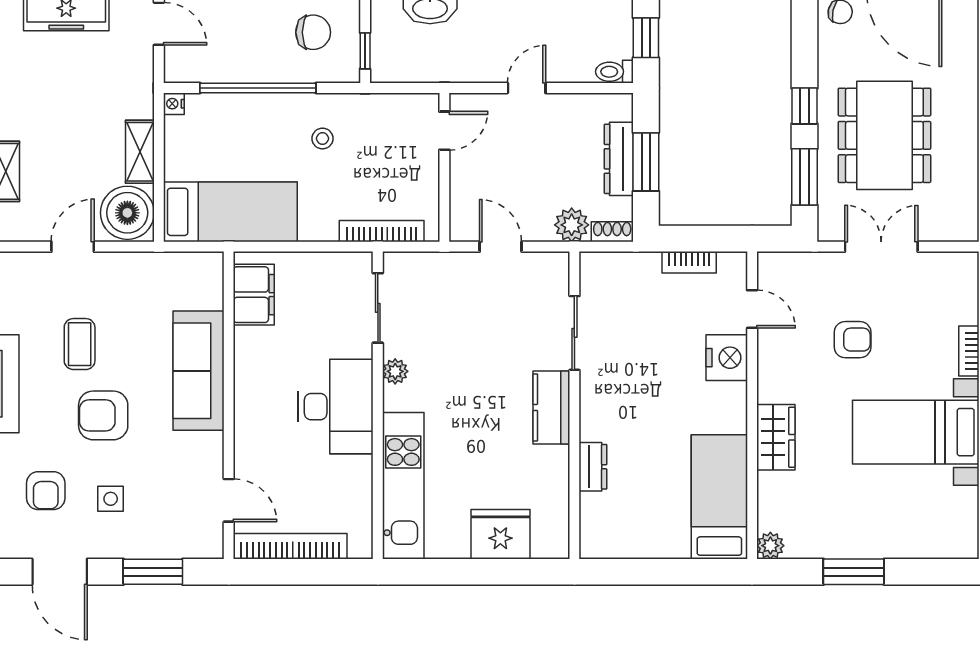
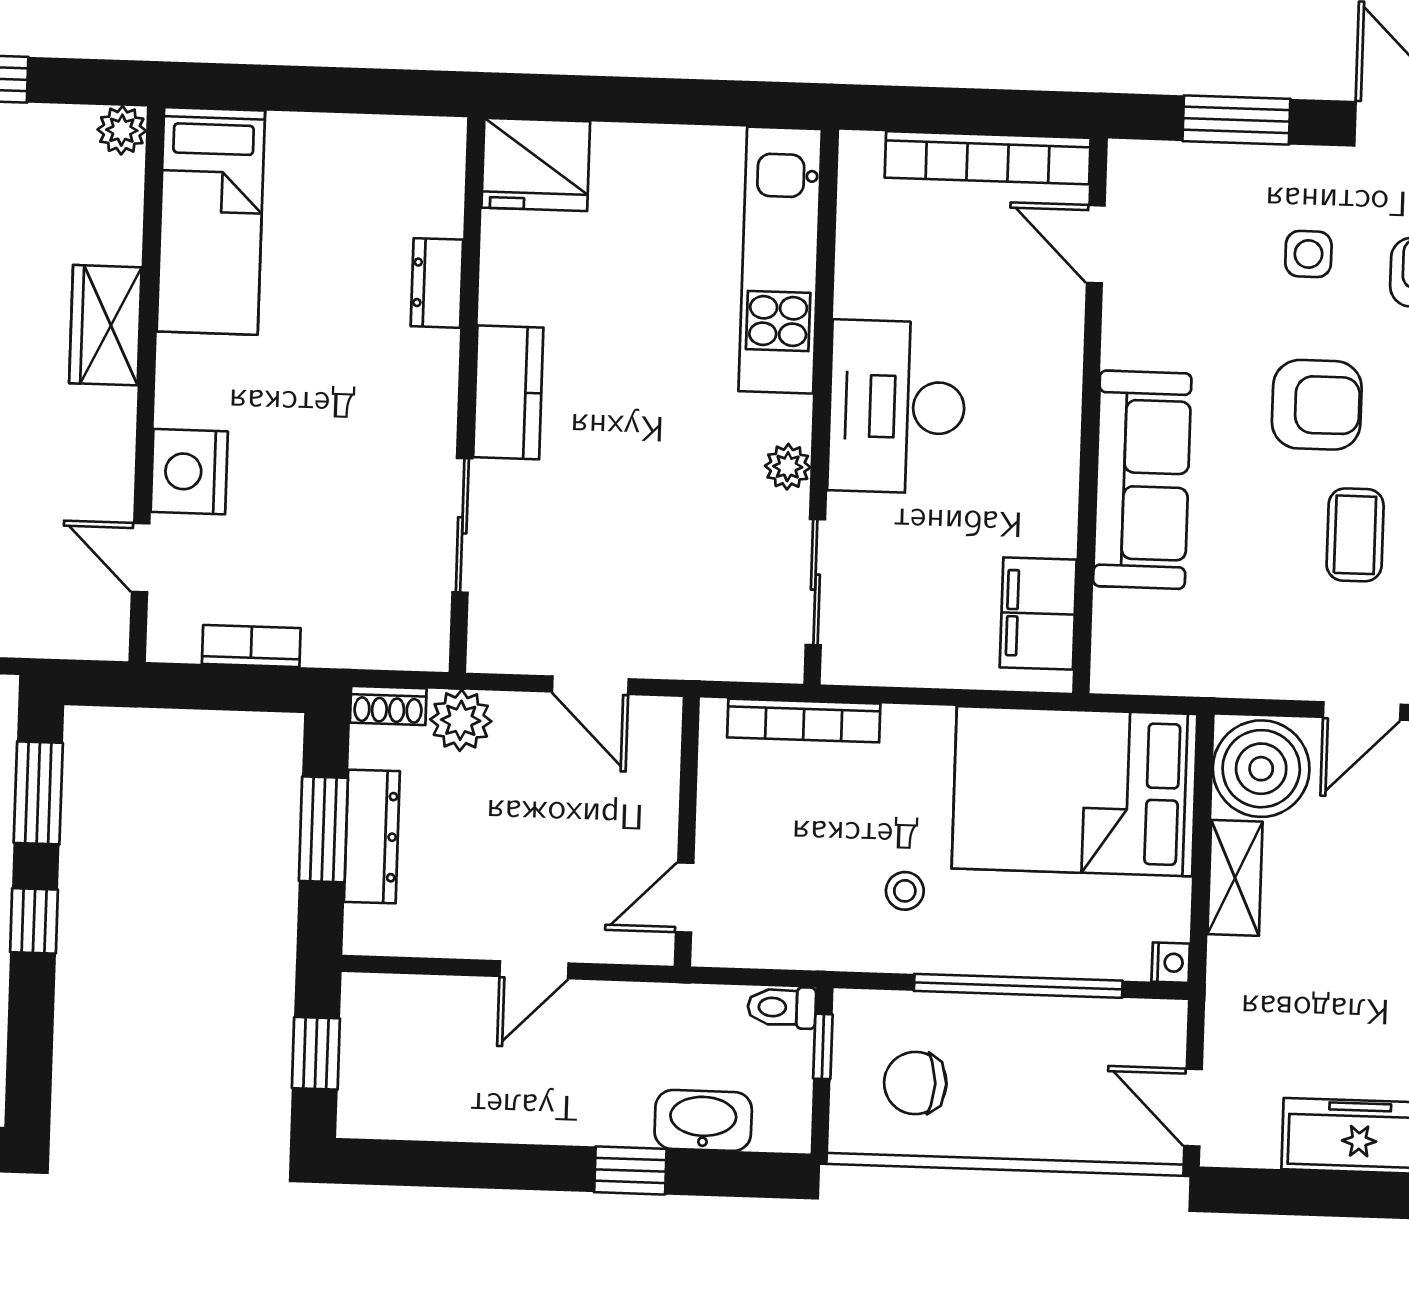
toilet: (614, 72) -> (782, 1007), moved, turned 180
bed: (230, 212) -> (1074, 791), width x1.50
fridge: (500, 534) -> (536, 164), moved

